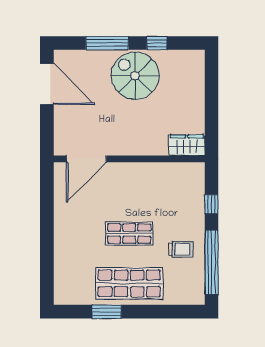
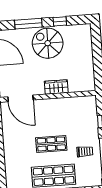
wardrobe: (187, 145) -> (56, 87), moved
door: (86, 159) -> (20, 98), hinge flipped

